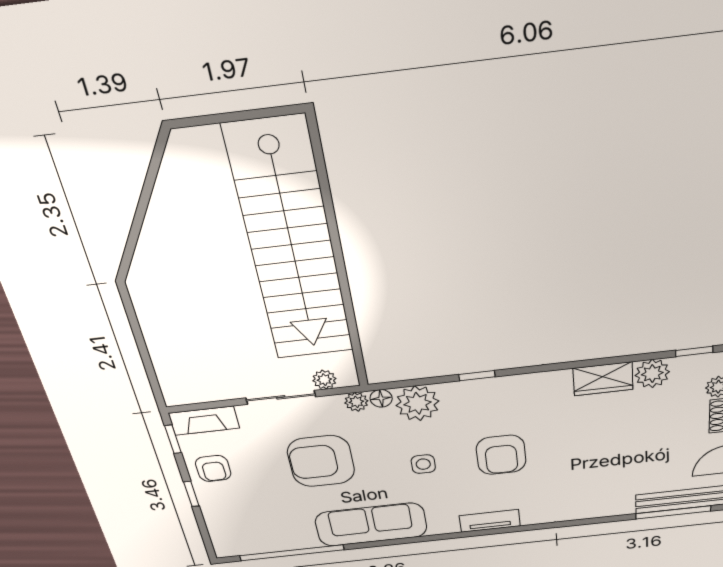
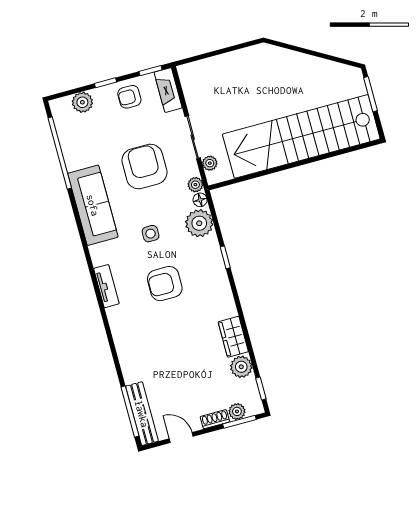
window: (220, 118) -> (371, 94), added
plant: (220, 522) -> (82, 102), added

